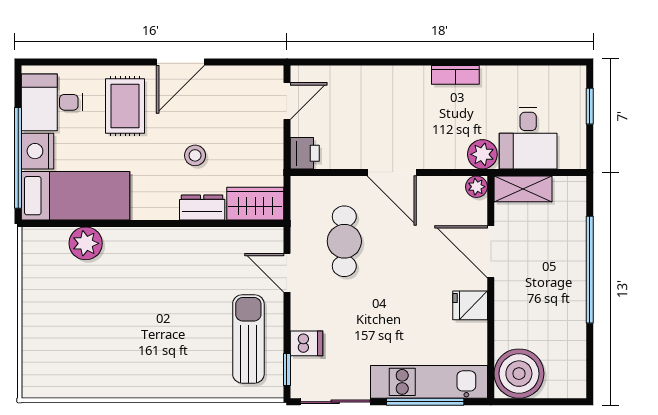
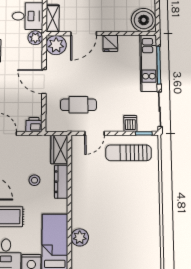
door: (392, 172) -> (44, 82), swing flipped
plant: (477, 187) -> (56, 45), width x1.88, depth x1.88
dresser: (202, 207) -> (61, 182), width x1.44

